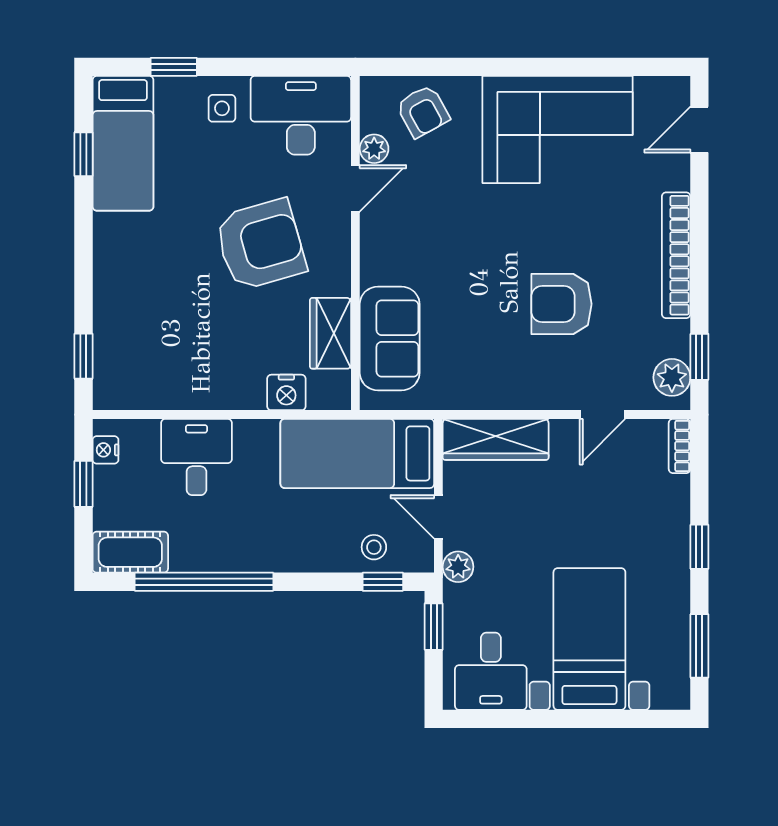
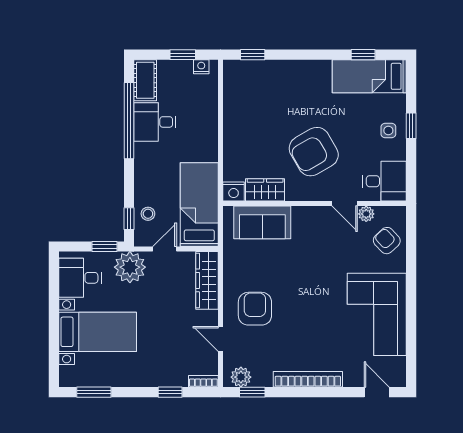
window: (174, 67) -> (411, 126), moved
armchair: (423, 111) -> (387, 241), turned 76
desk: (301, 115) -> (385, 181), width x0.73
armchair: (260, 245) -> (314, 152), turned 76
armchair: (561, 304) -> (255, 309), moved
nightstand: (286, 392) -> (234, 191), moved, turned -90
desk: (196, 457) -> (155, 122), moved, turned 180
window: (699, 547) -> (170, 392), moved
plant: (458, 567) -> (130, 267), width x1.88, depth x1.88

